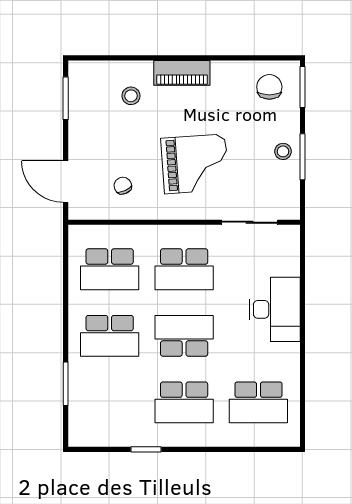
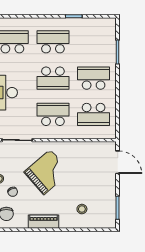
piano: (182, 73) -> (43, 222), moved
grand piano: (195, 164) -> (47, 172), turned 143
chair: (123, 186) -> (13, 192), moved
school desk: (110, 269) -> (94, 114), turned 180

